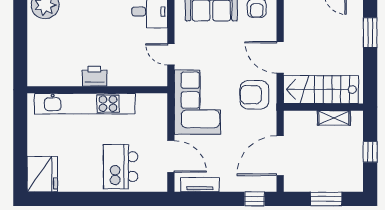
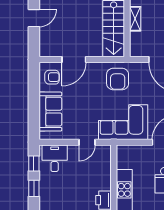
door: (280, 57) -> (74, 59), moved

